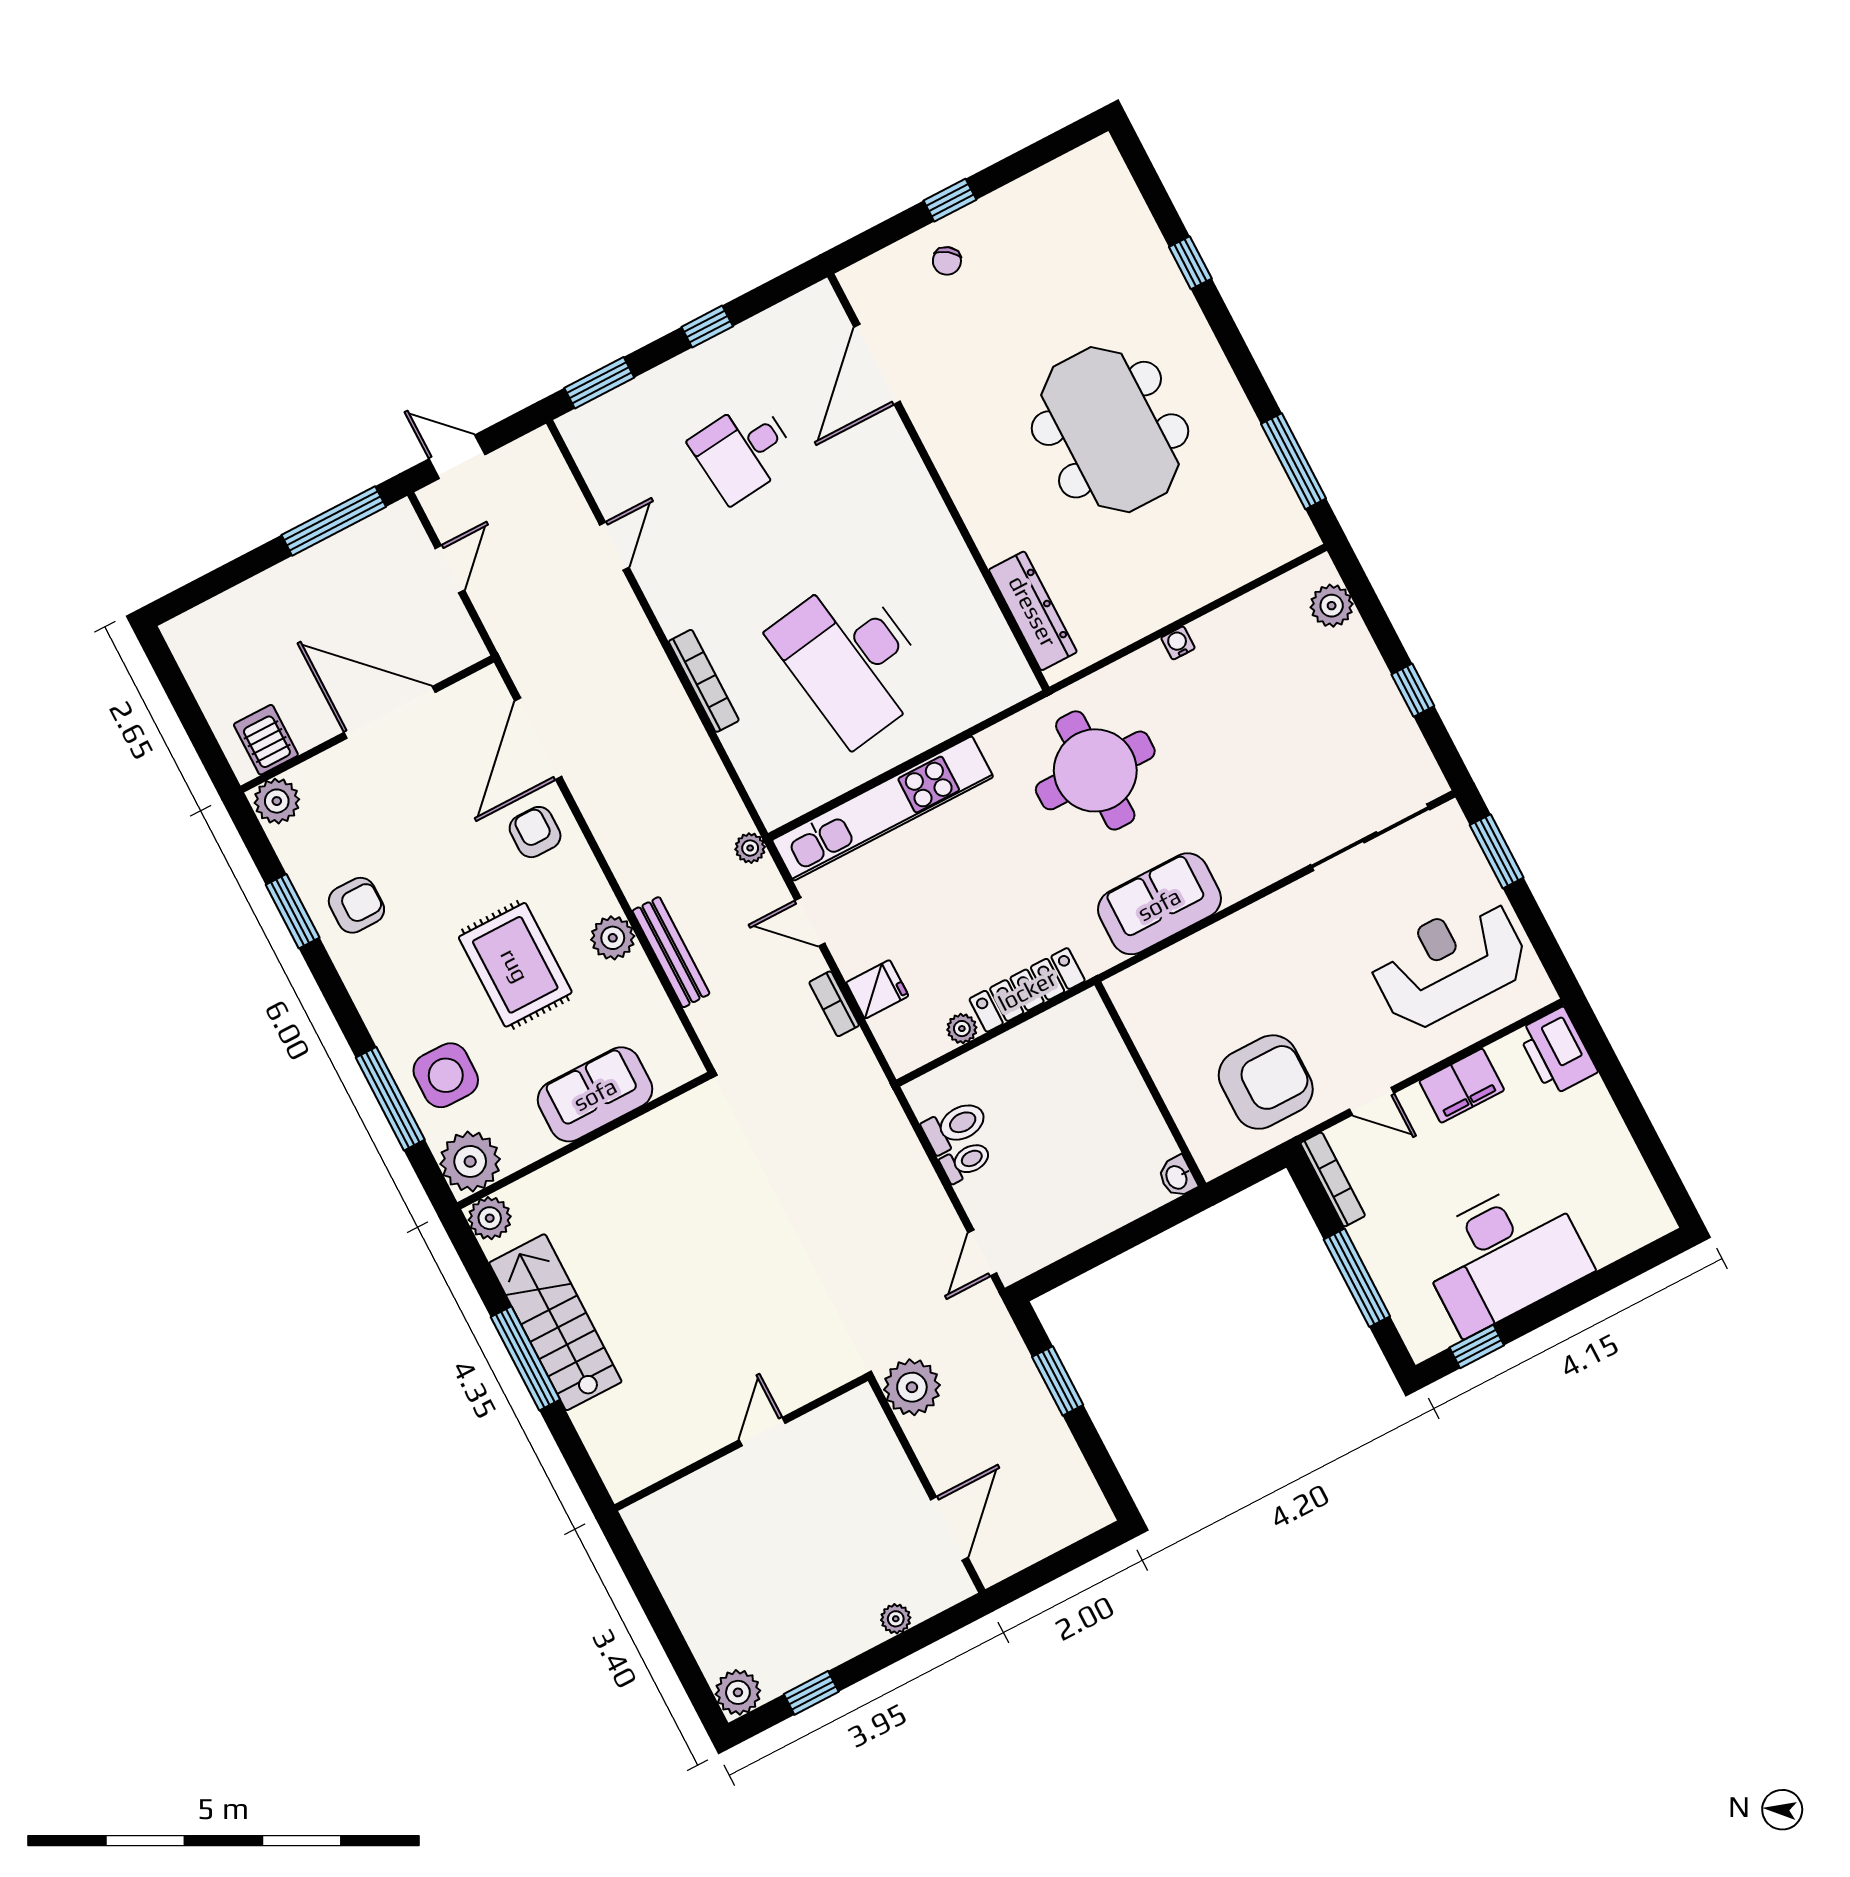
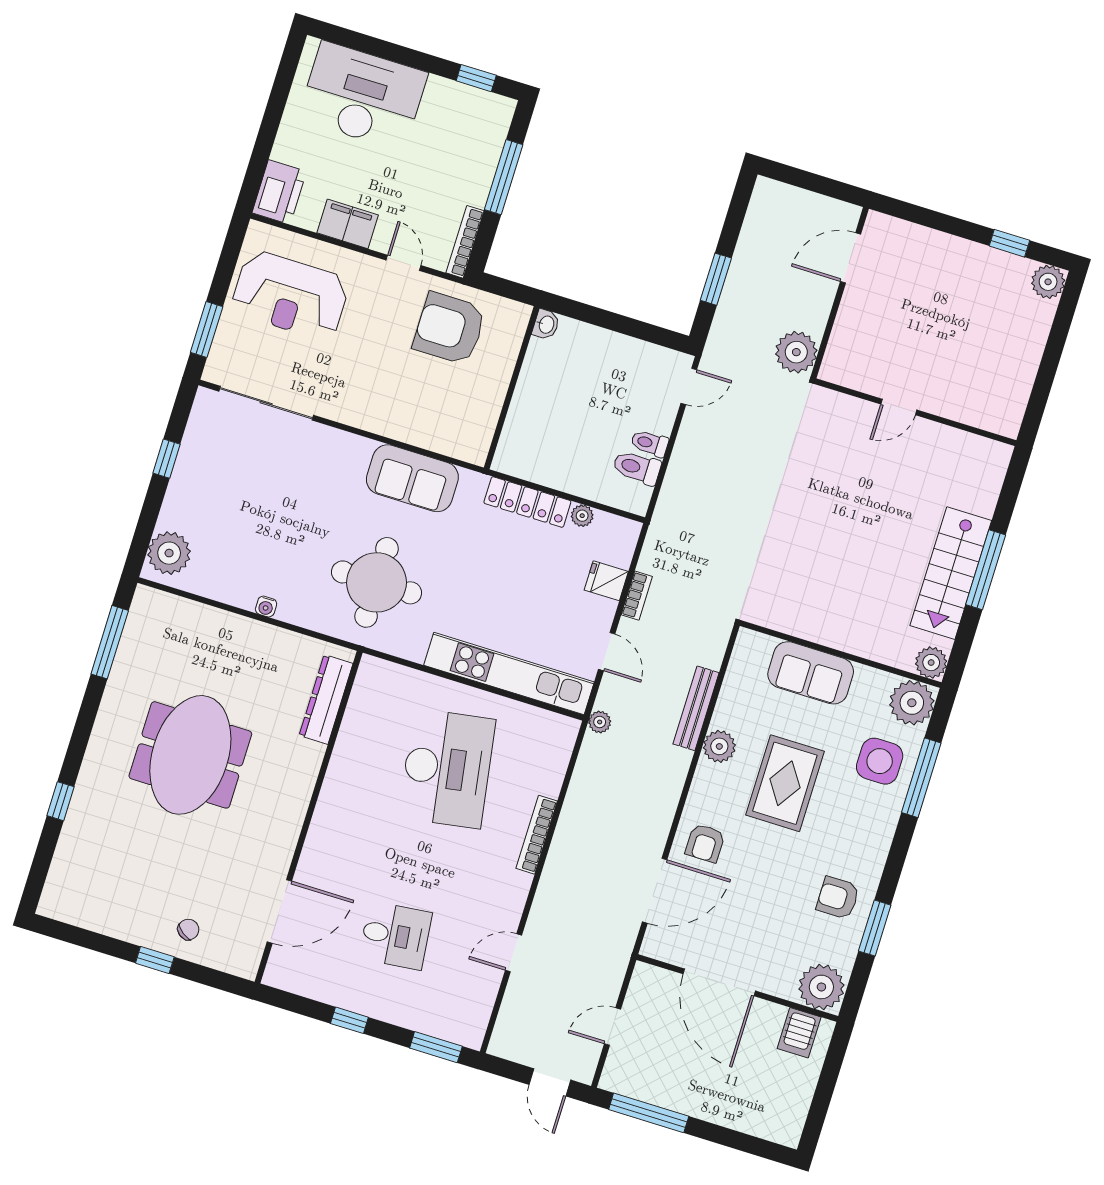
plant: (1332, 606) -> (169, 553), width x1.36, depth x1.36
plant: (277, 801) -> (821, 987), width x1.36, depth x1.36
desk: (1504, 1256) -> (363, 96), moved
plant: (896, 1619) -> (926, 238), removed

